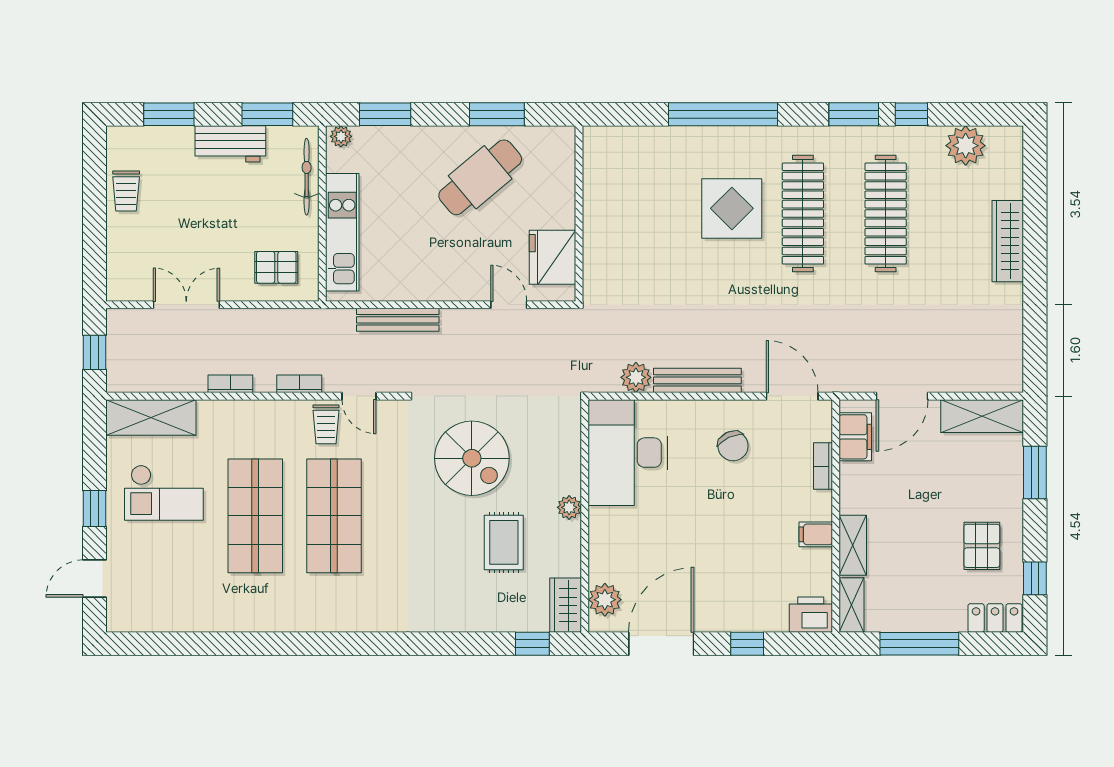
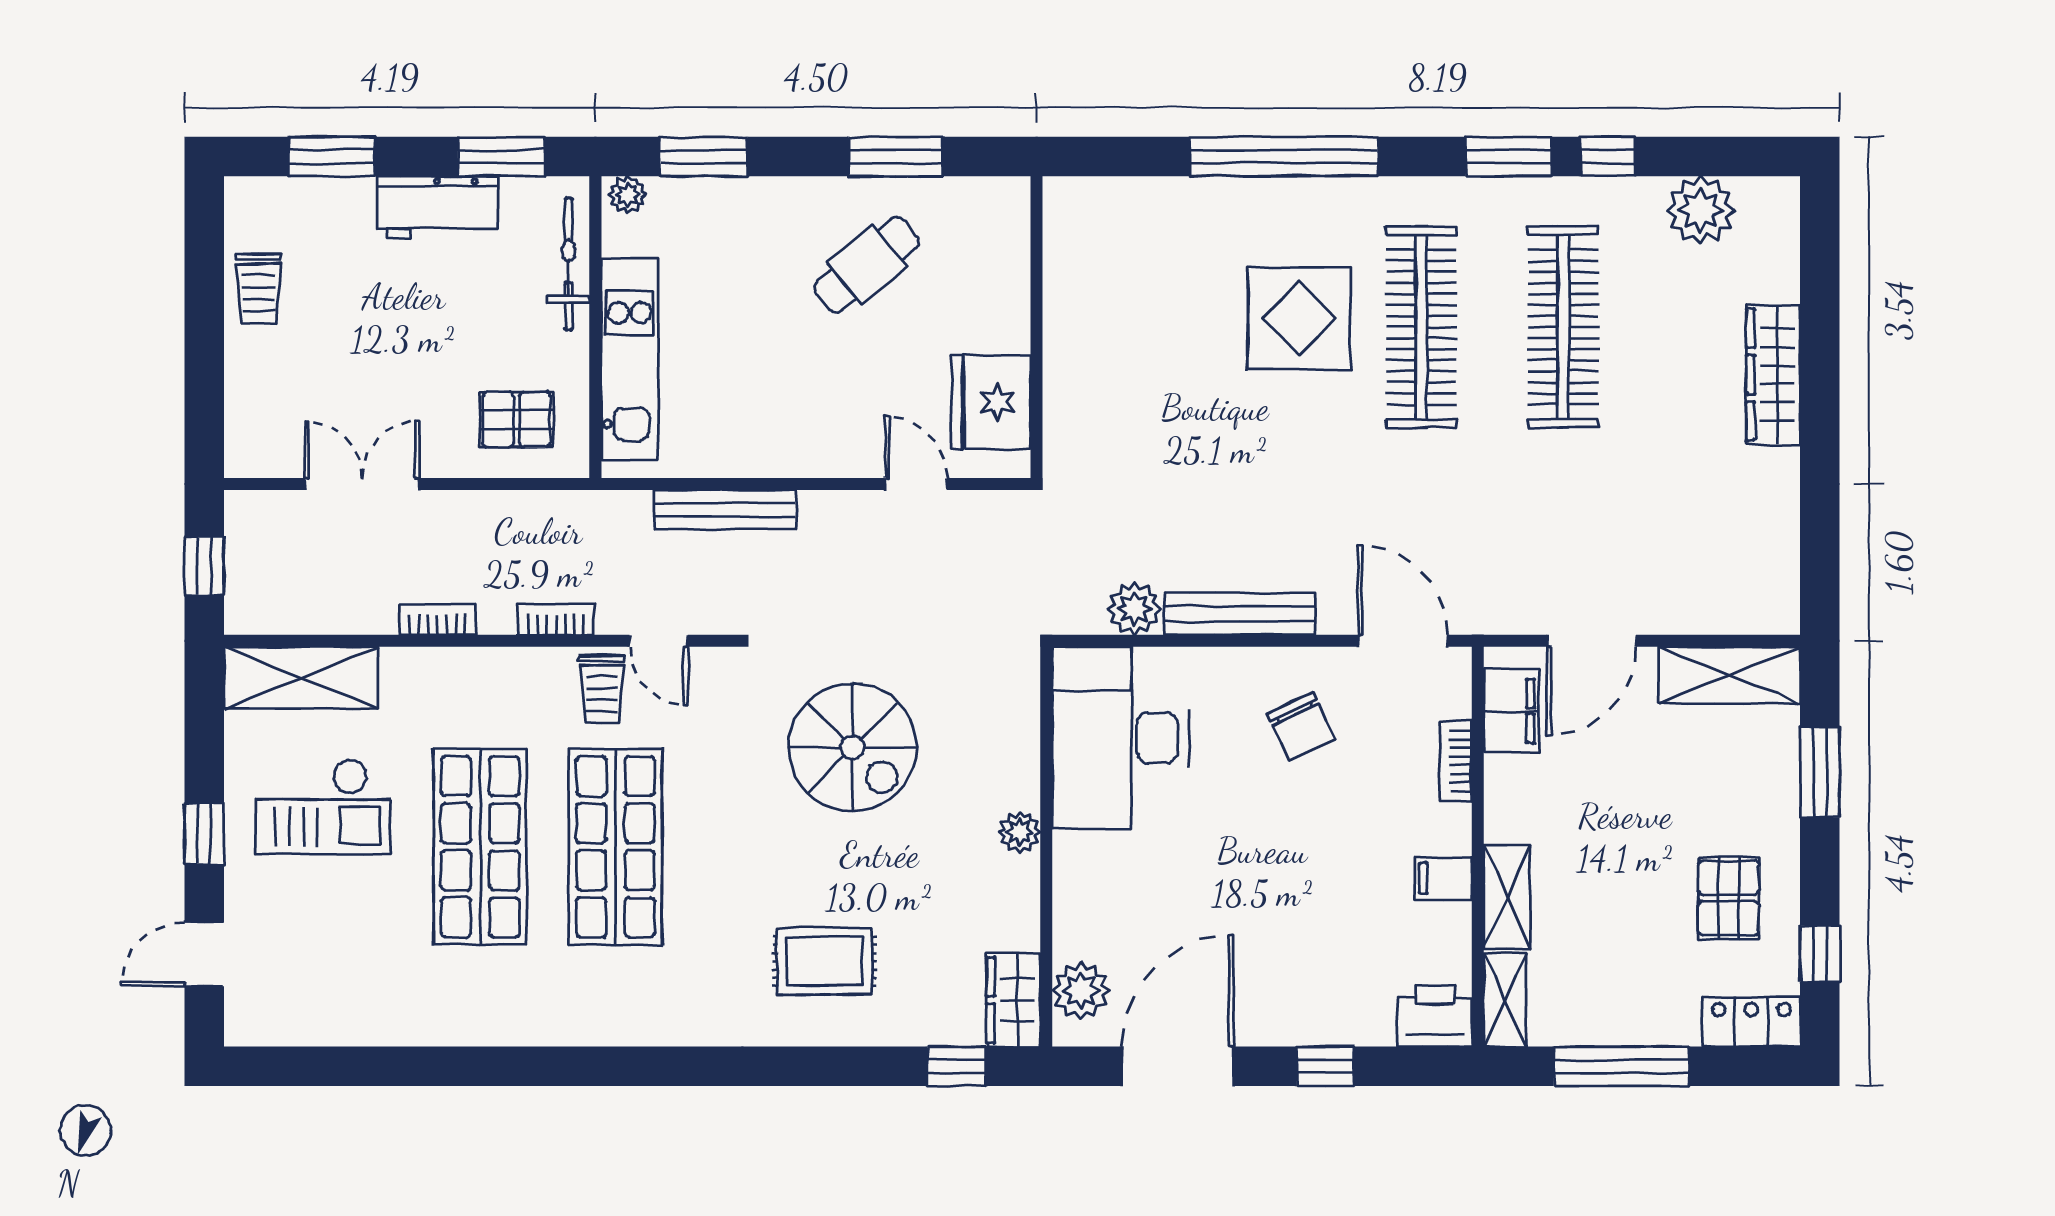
cafe table: (480, 177) -> (867, 265), width x0.73, depth x0.74
rug: (504, 542) -> (825, 961), moved, turned 90

